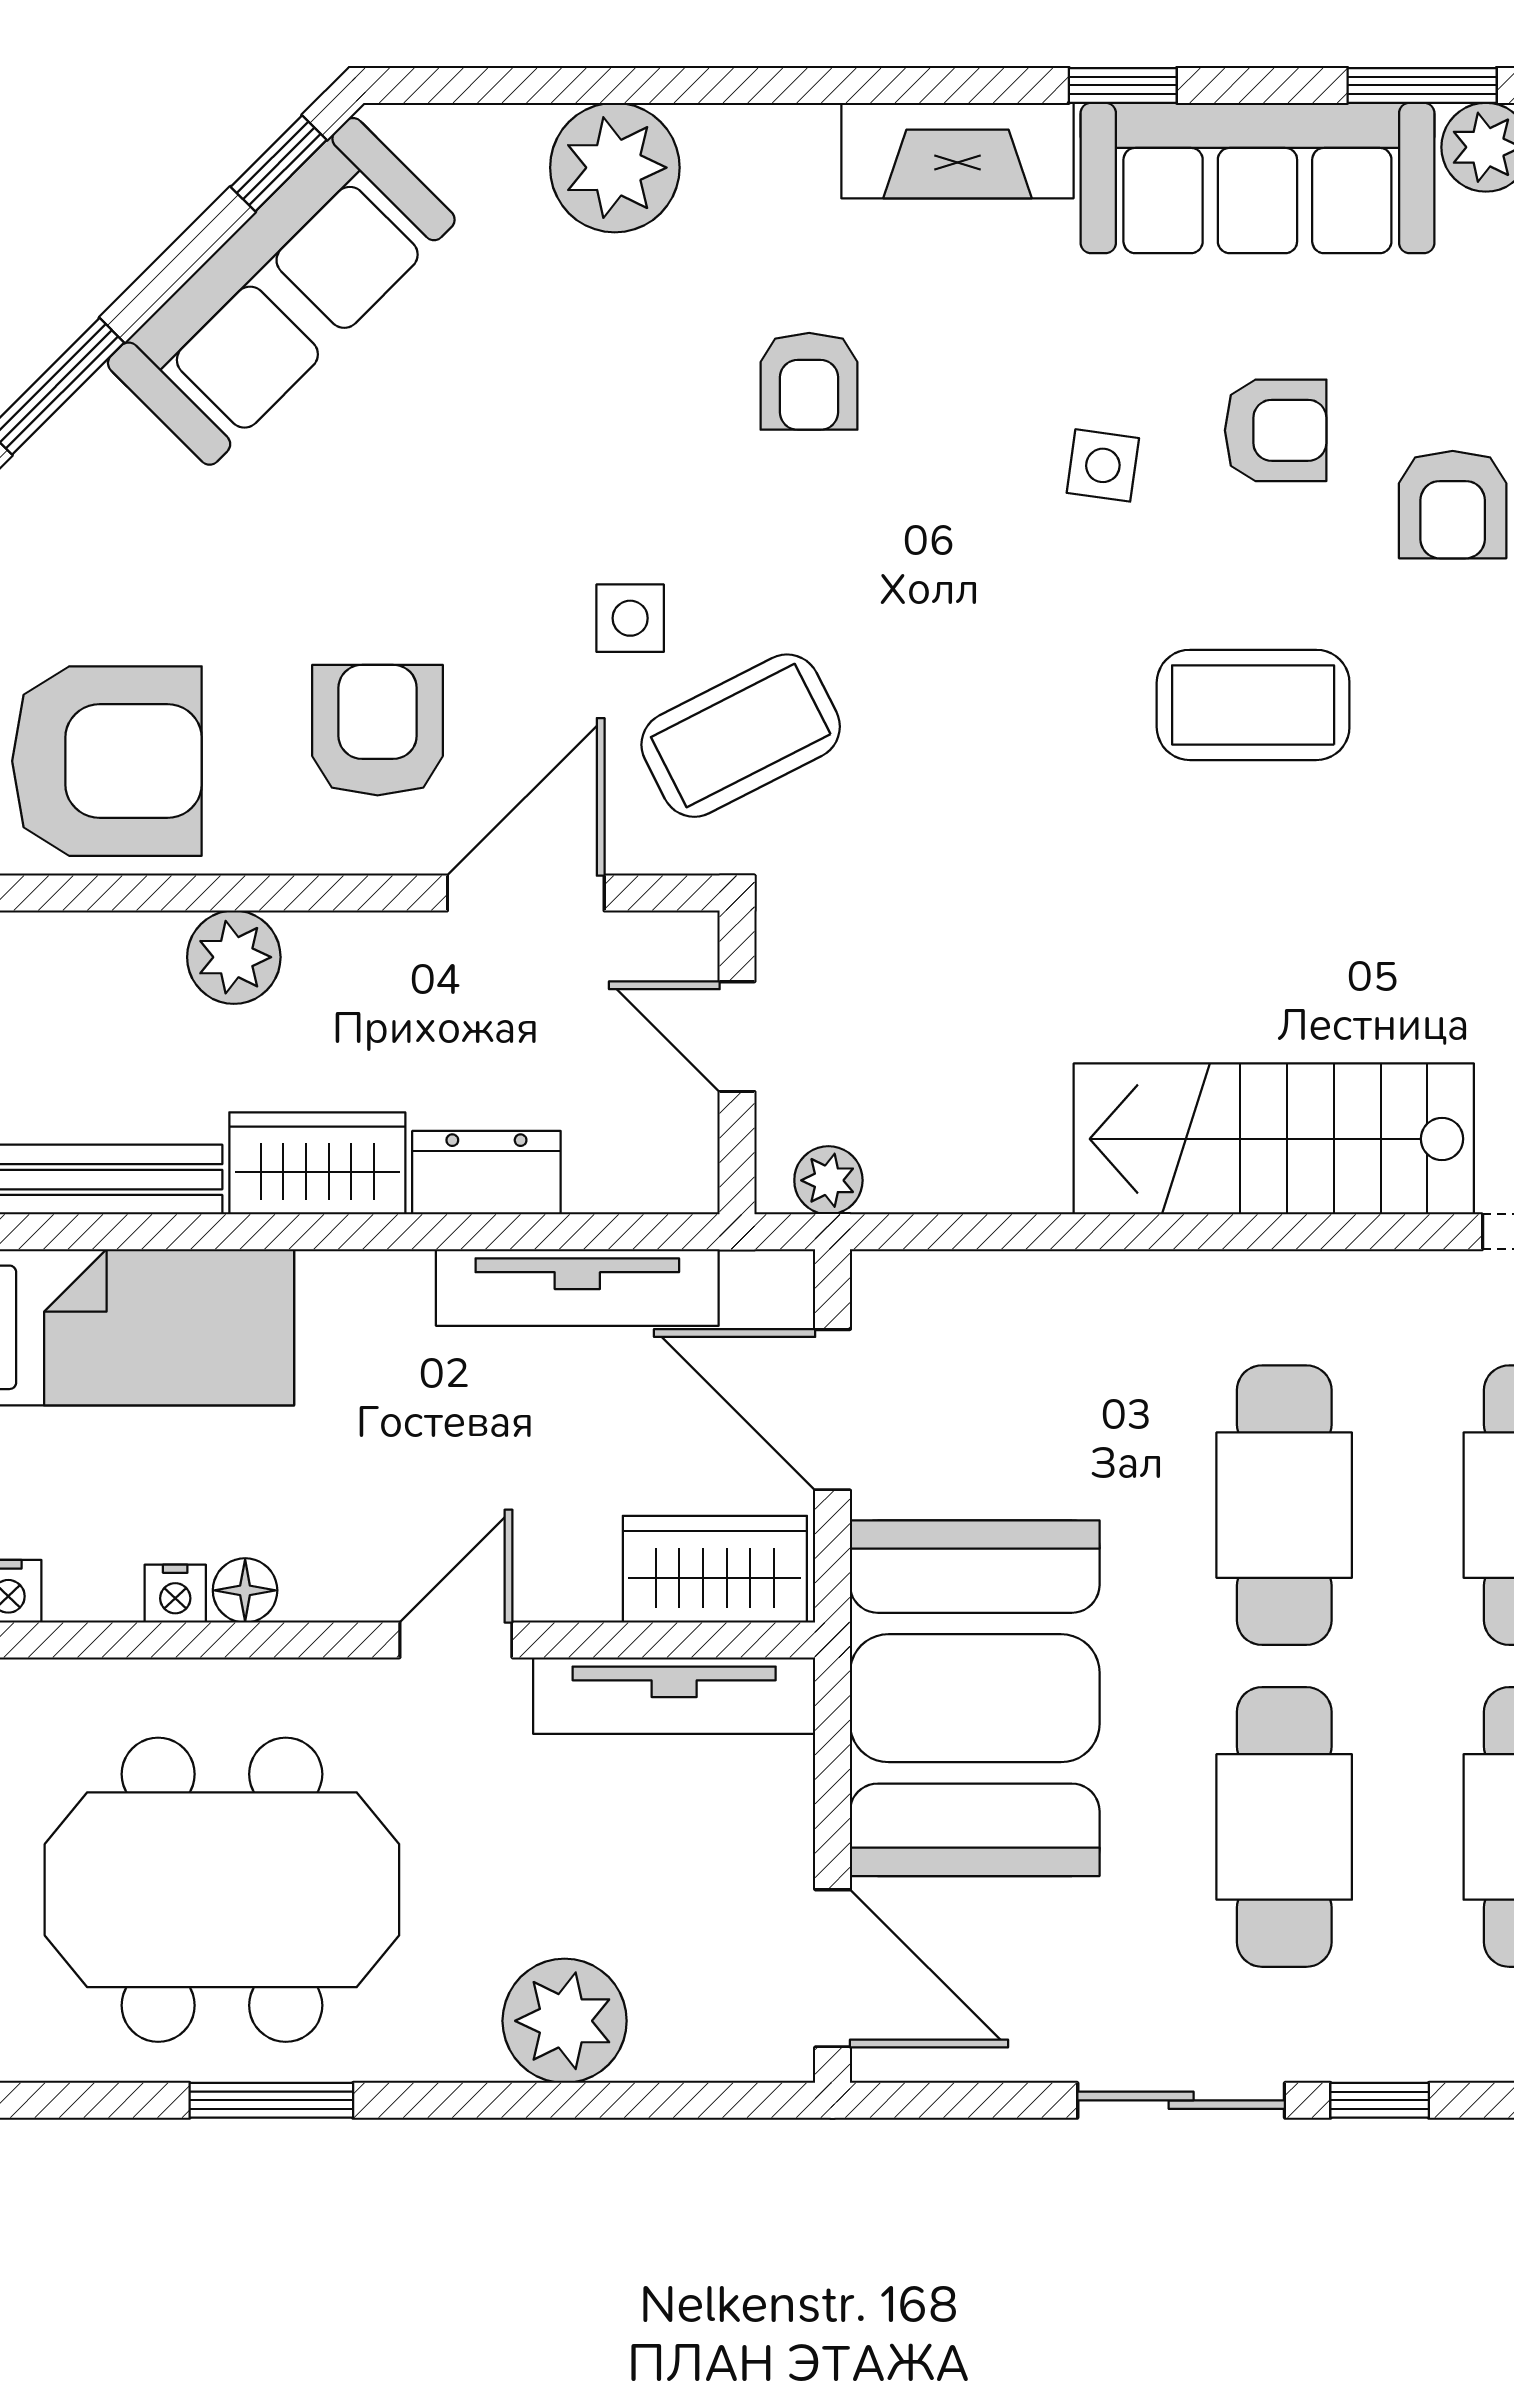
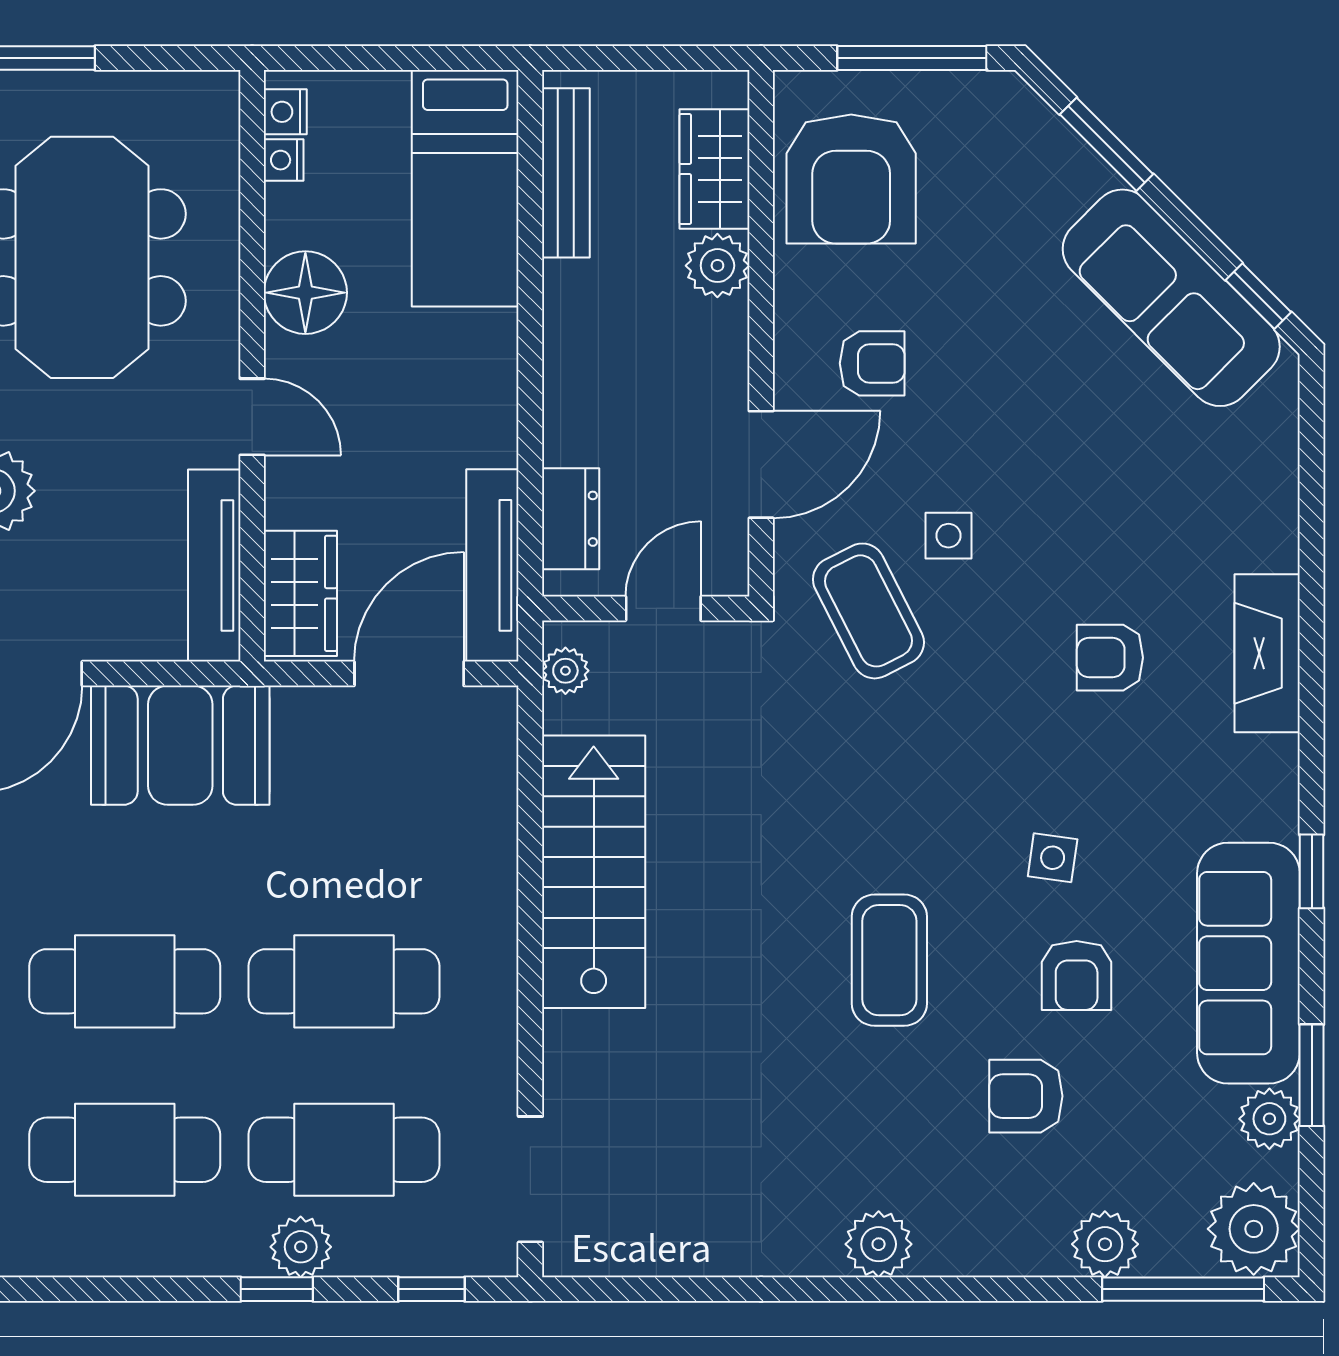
fireplace: (957, 151) -> (1267, 653), moved
plant: (615, 168) -> (1256, 525), removed
armchair: (378, 730) -> (872, 363), width x0.72, depth x0.72
door: (526, 893) -> (761, 464), hinge flipped
stairs: (1274, 1139) -> (594, 872), moved
wardrobe: (317, 1163) -> (715, 169), moved, turned 180
dresser: (486, 1173) -> (571, 519), moved
tv unit: (577, 1287) -> (492, 565), moved
floor lamp: (245, 1590) -> (305, 293), width x1.89, depth x1.89
nightstand: (175, 1594) -> (284, 160), moved
booth: (975, 1698) -> (180, 745), width x0.73, depth x0.70

